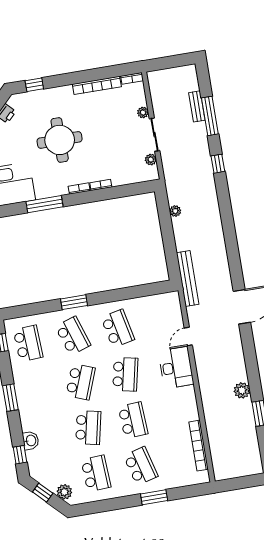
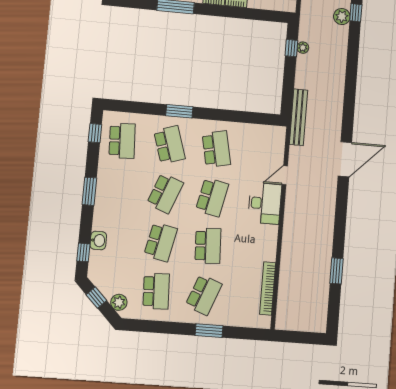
window: (164, 214) -> (291, 48), added
plant: (242, 390) -> (342, 17), moved
school desk: (141, 466) -> (204, 295), turned 36

